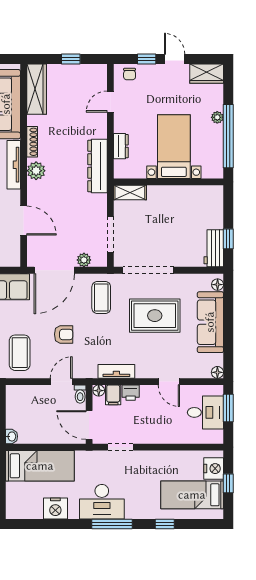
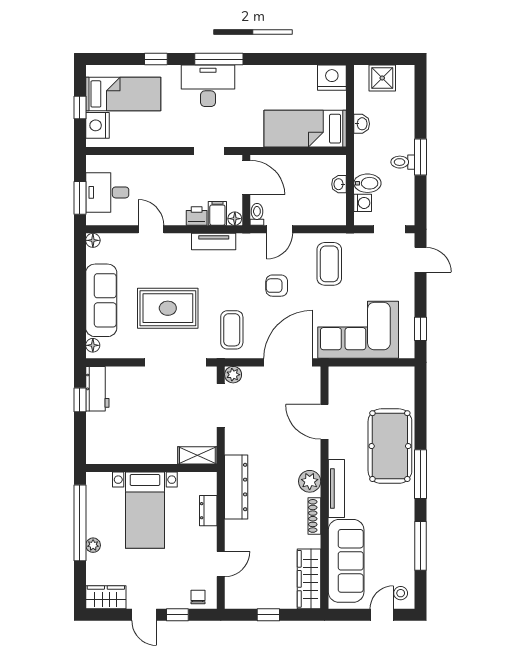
plant: (84, 260) -> (233, 375), moved
washbasin: (12, 436) -> (339, 184), moved
desk: (102, 502) -> (208, 86), moved
nightstand: (55, 508) -> (332, 78), moved

